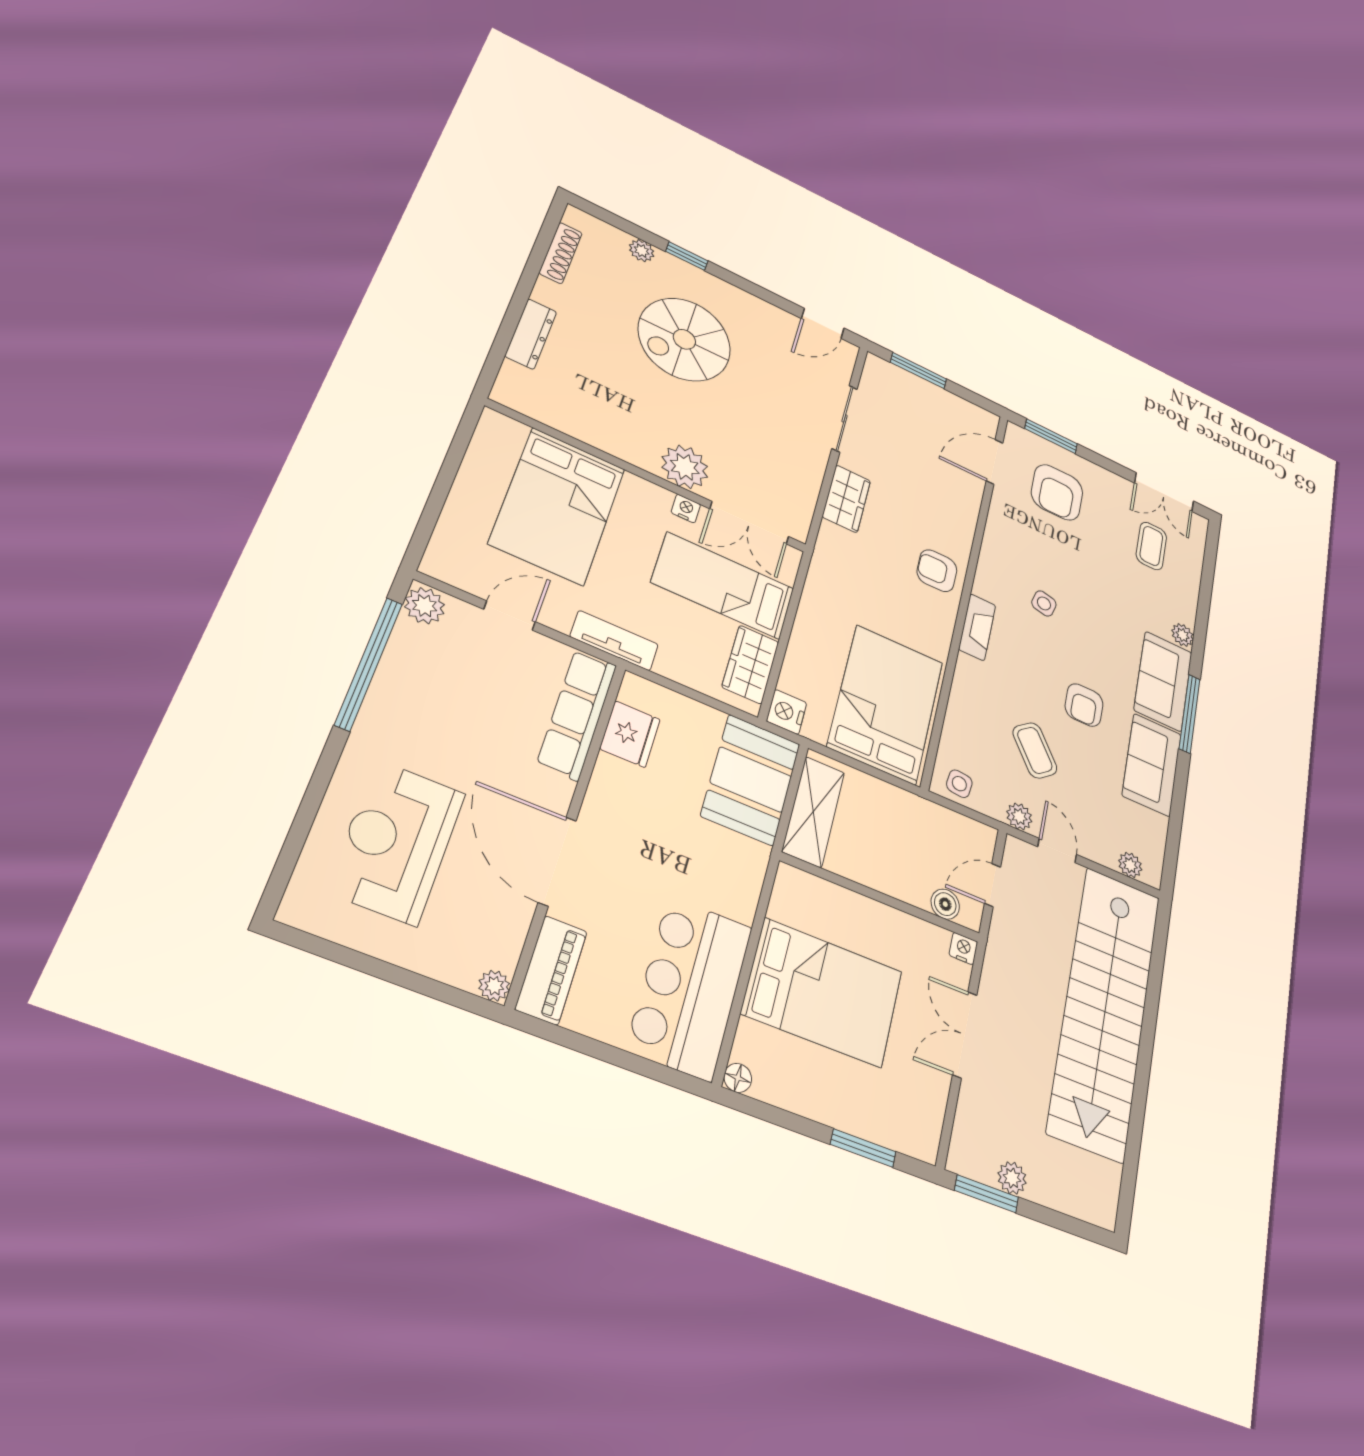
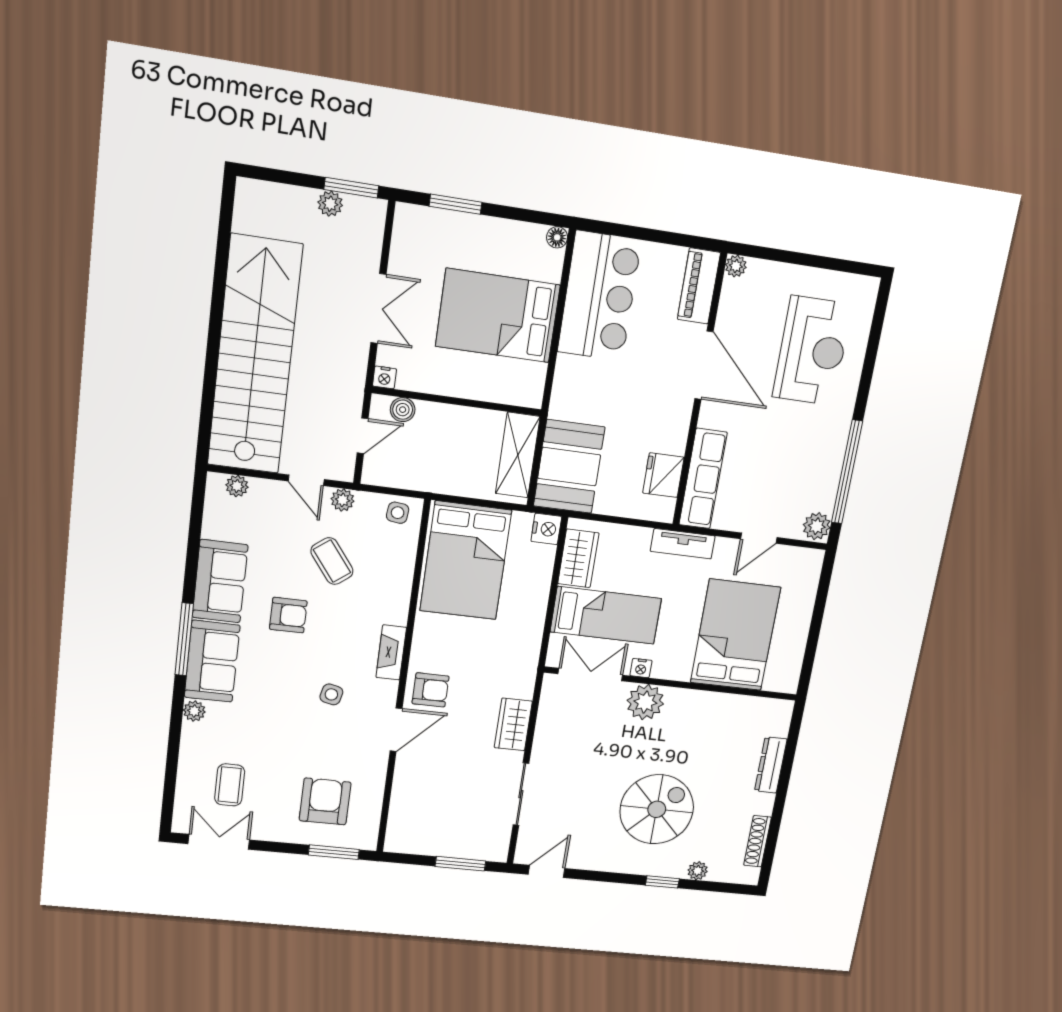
door: (995, 462) -> (396, 730), moved
armchair: (1084, 705) -> (288, 615), turned 90

